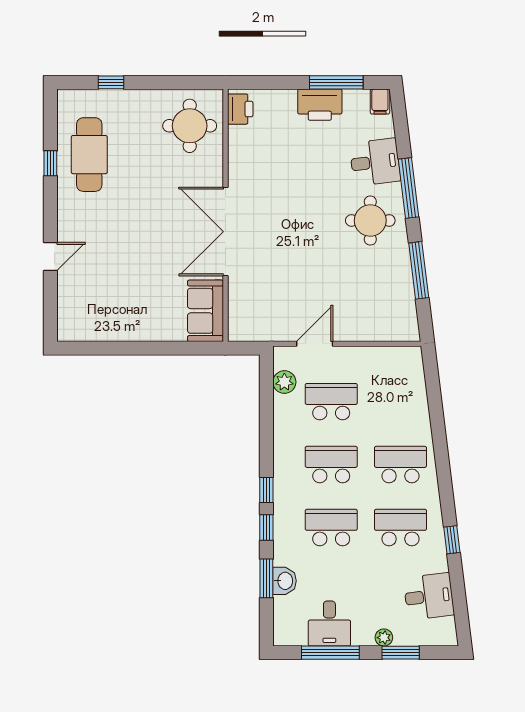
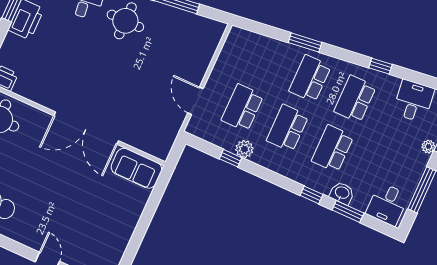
plant: (284, 382) -> (244, 149), moved
window: (440, 440) -> (305, 43), added
window: (266, 490) -> (231, 158), moved
washbasin: (285, 581) -> (342, 193), moved
desk: (329, 624) -> (387, 204), moved, turned 90

